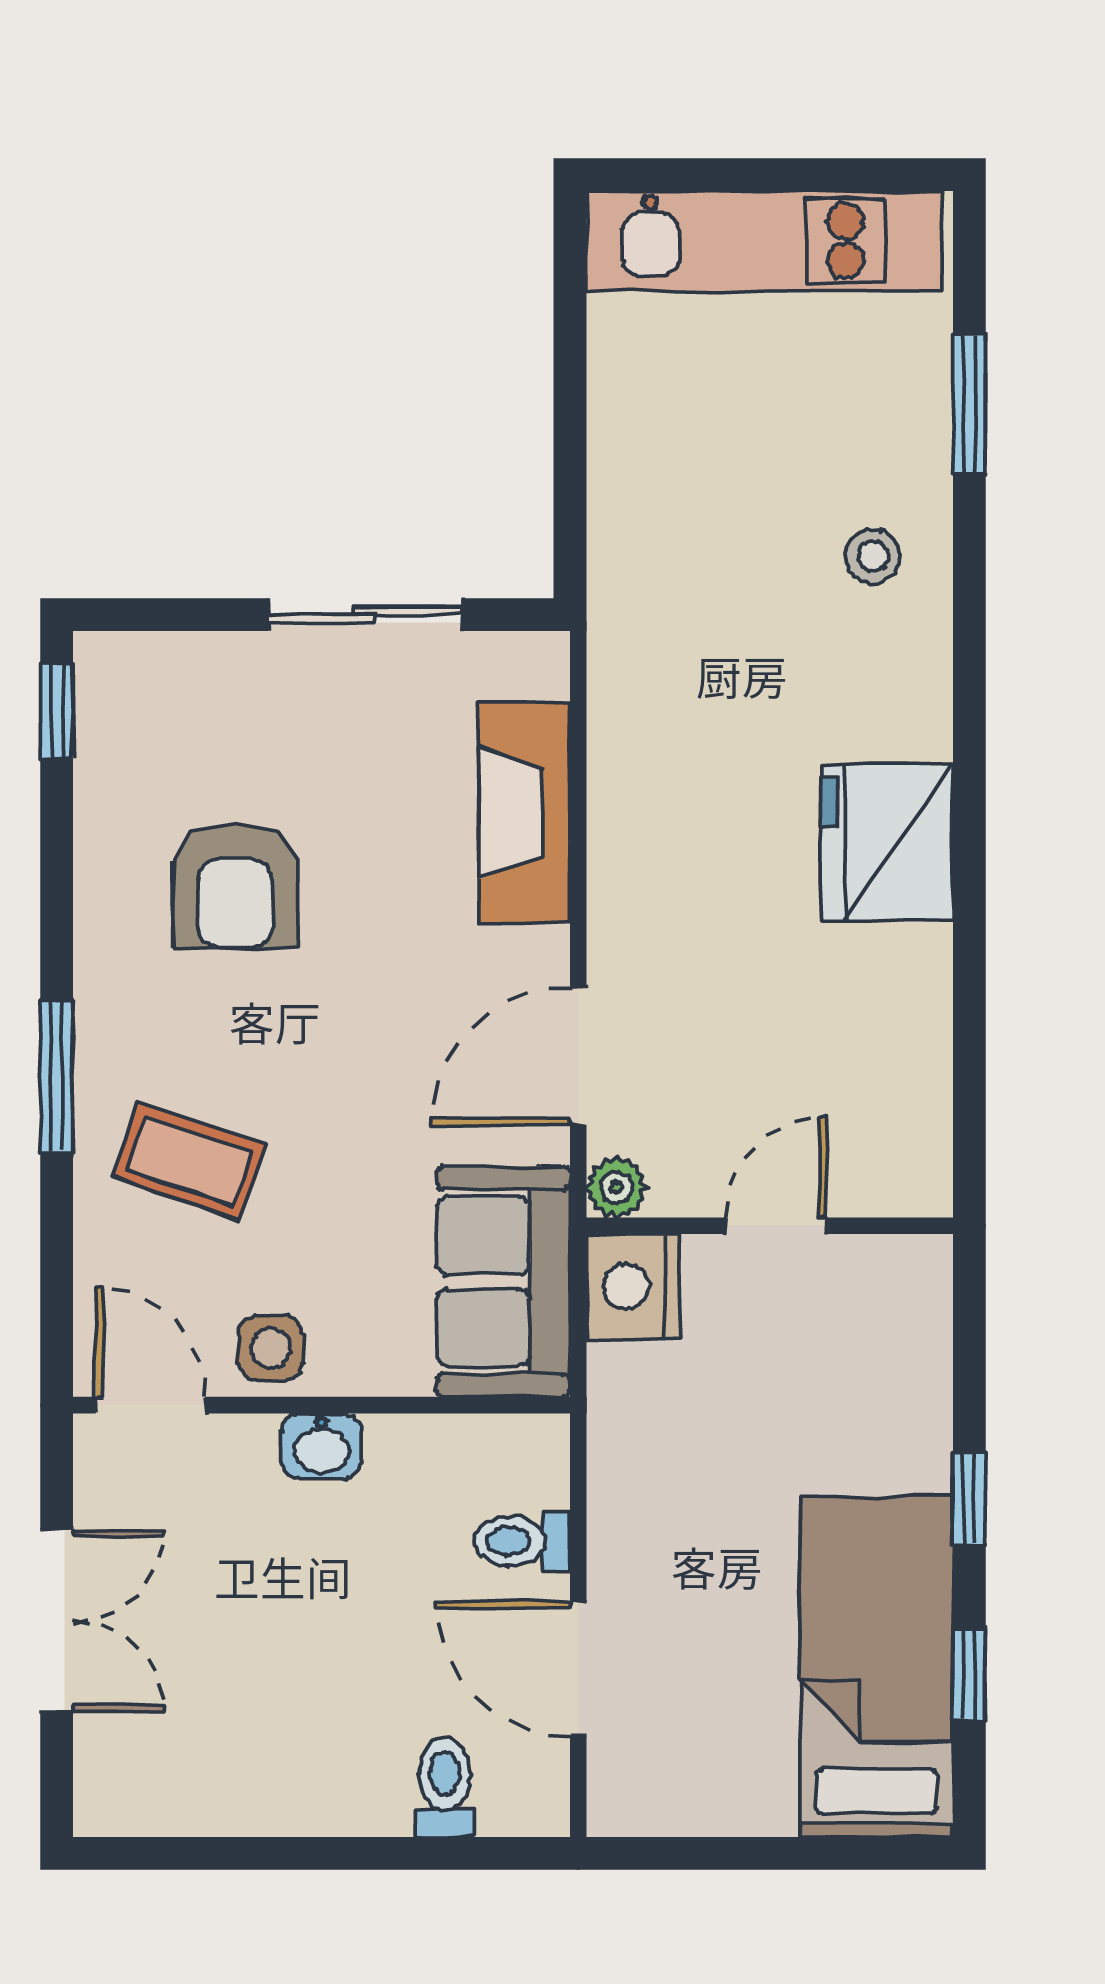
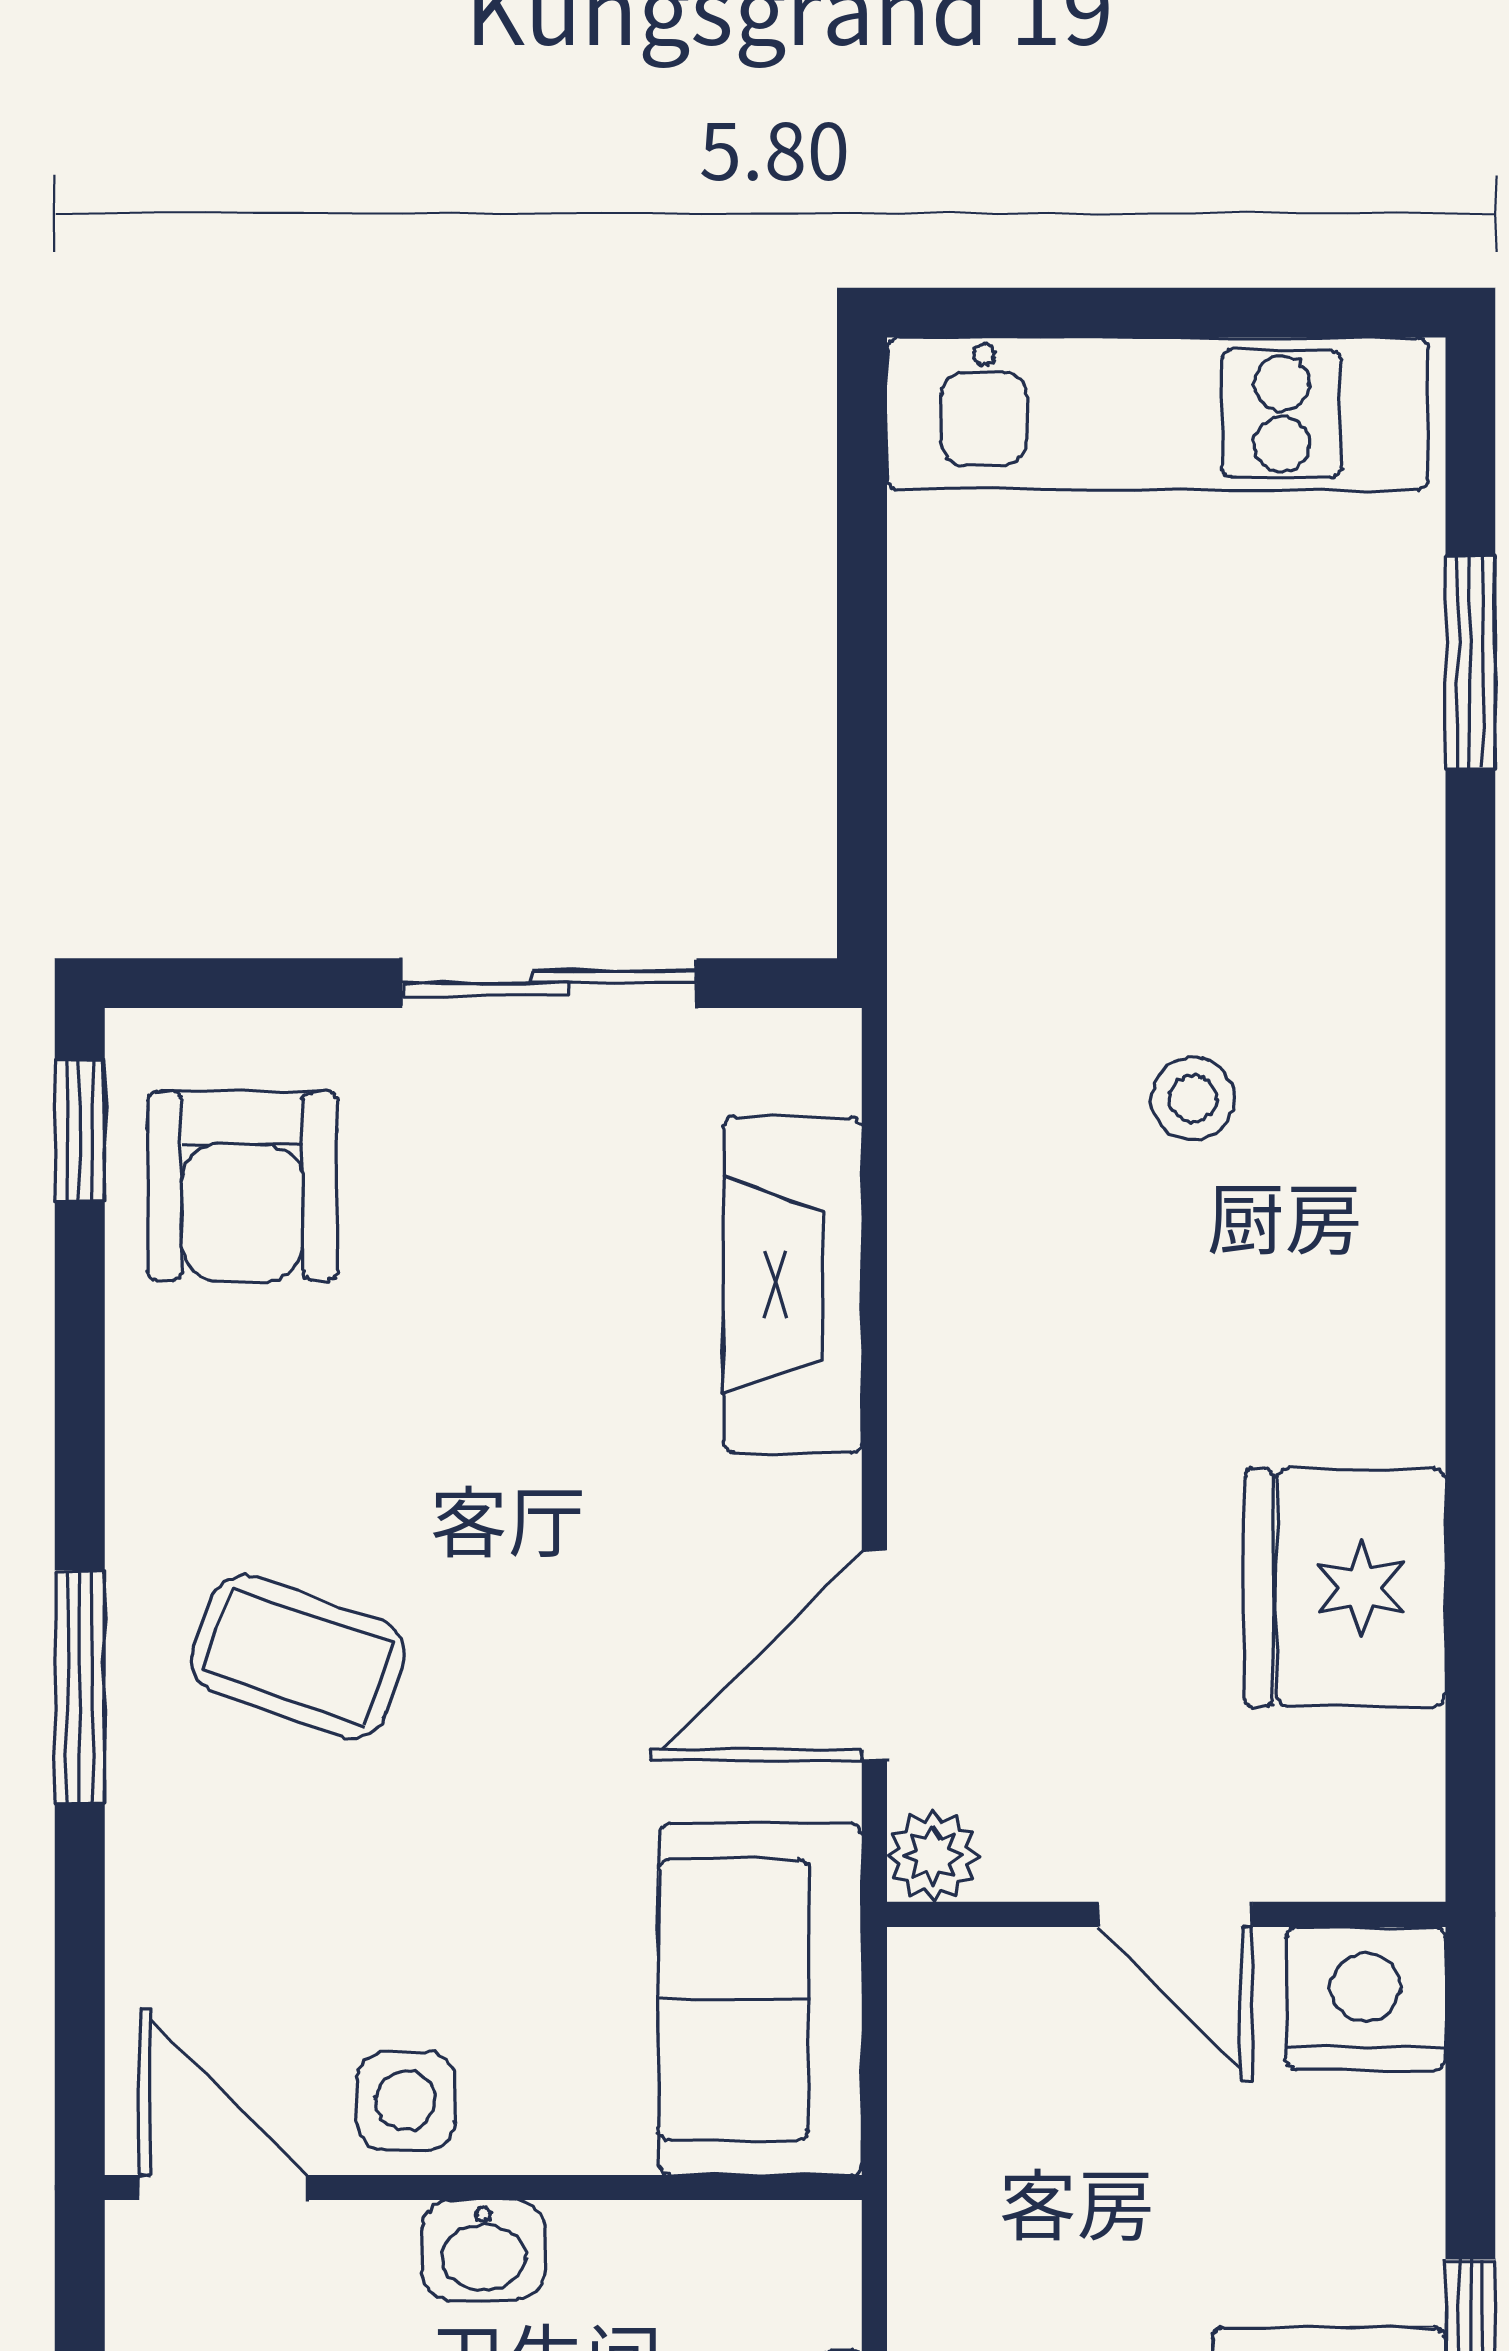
stool: (873, 556) -> (1193, 1099), moved
fridge: (887, 842) -> (1345, 1587), moved
armchair: (235, 886) -> (242, 1186), moved
coffee table: (189, 1161) -> (298, 1657), moved
door: (776, 1226) -> (1175, 1914), swing flipped
nightstand: (633, 1286) -> (1366, 1998), moved, turned 90

